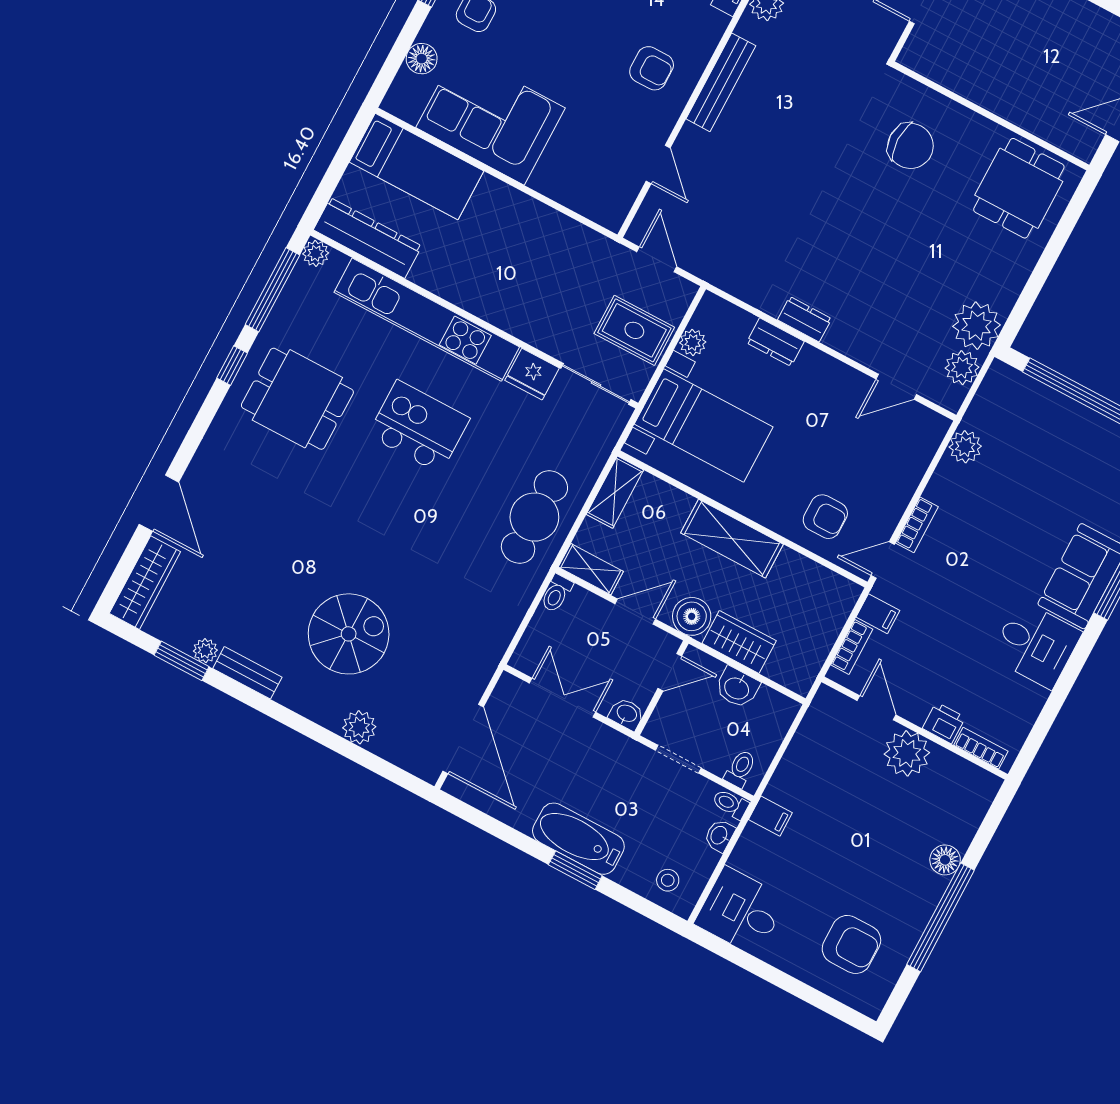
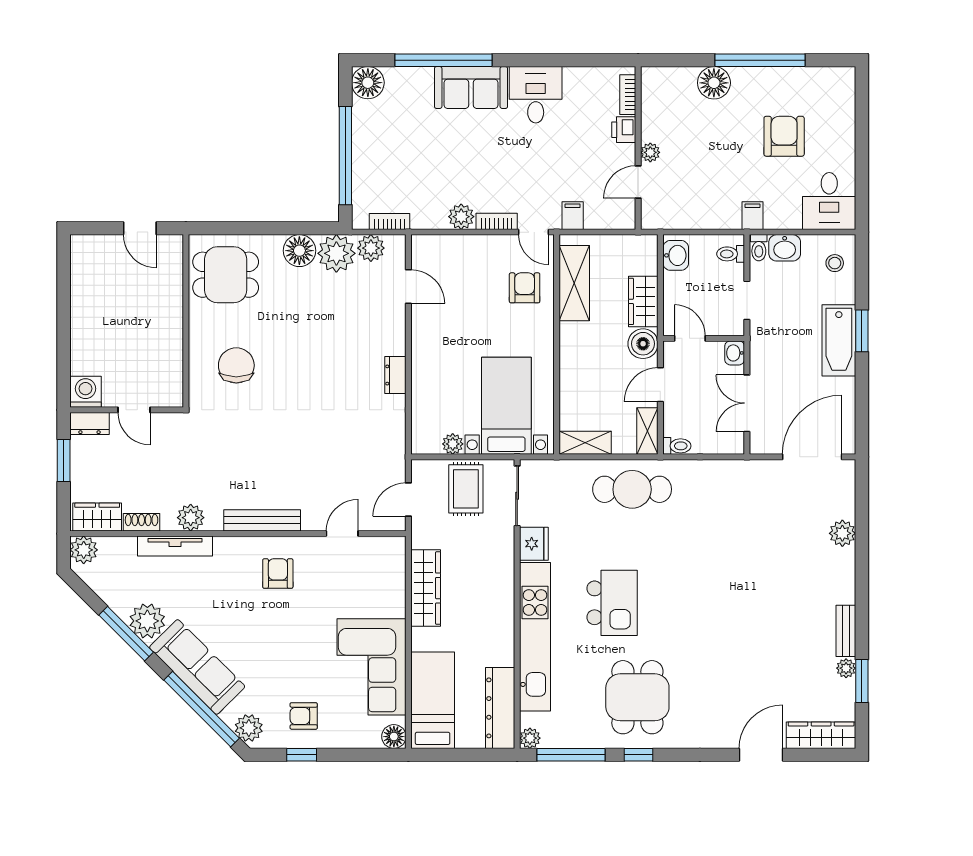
floor lamp: (422, 59) -> (394, 737), moved
wardrobe: (547, 226) -> (426, 588), added
floor lamp: (1002, 286) -> (299, 251), added
dresser: (775, 342) -> (422, 387), removed
kitchen island: (419, 427) -> (612, 603), turned 180
plant: (965, 447) -> (461, 217), moved
shelving: (732, 539) -> (574, 283), moved
door: (635, 612) -> (660, 385), hinge flipped
spiral stairs: (349, 634) -> (782, 575), removed
bookcase: (852, 647) -> (390, 221), moved
washbasin: (737, 688) -> (676, 255), moved
plant: (907, 753) -> (650, 152), width x0.53, depth x0.53
washbasin: (719, 835) -> (785, 248), width x1.38, depth x1.45
floor lamp: (945, 860) -> (714, 83), width x1.38, depth x1.38
armchair: (851, 944) -> (784, 136), moved

